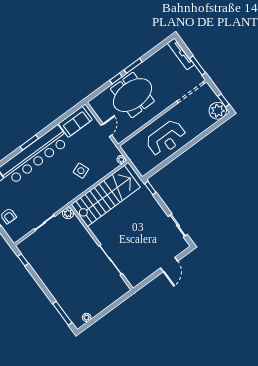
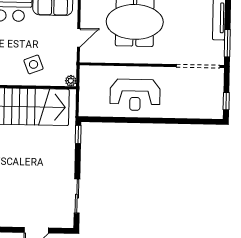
plant: (218, 111) -> (212, 107), removed
side table: (81, 171) -> (34, 64), moved

